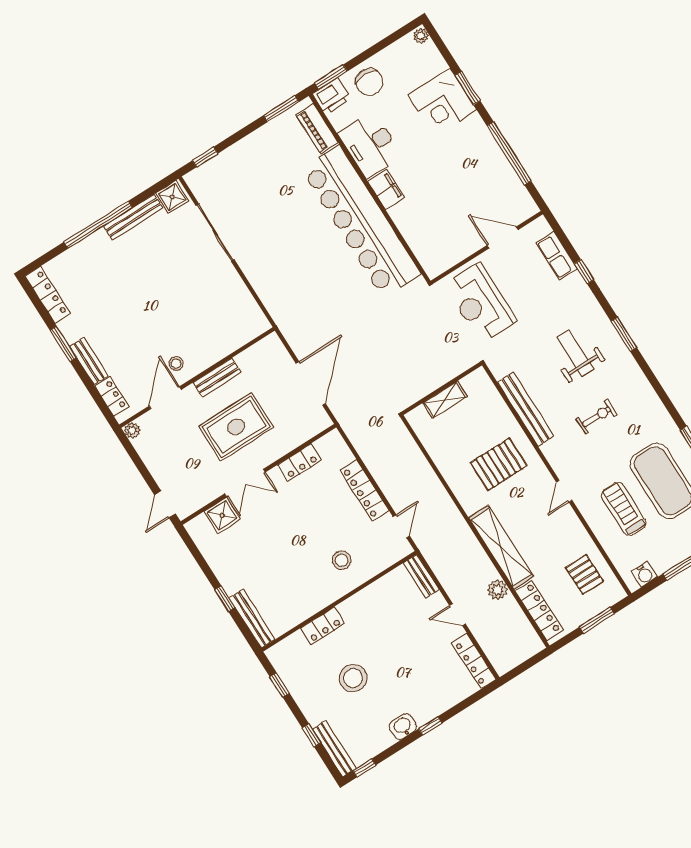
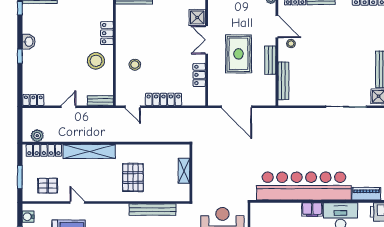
bench: (234, 341) -> (283, 81), added
door: (564, 491) -> (77, 203), moved
plant: (498, 590) -> (37, 136), moved
locker: (474, 661) -> (33, 100), width x0.66
stool: (353, 678) -> (96, 61), moved

